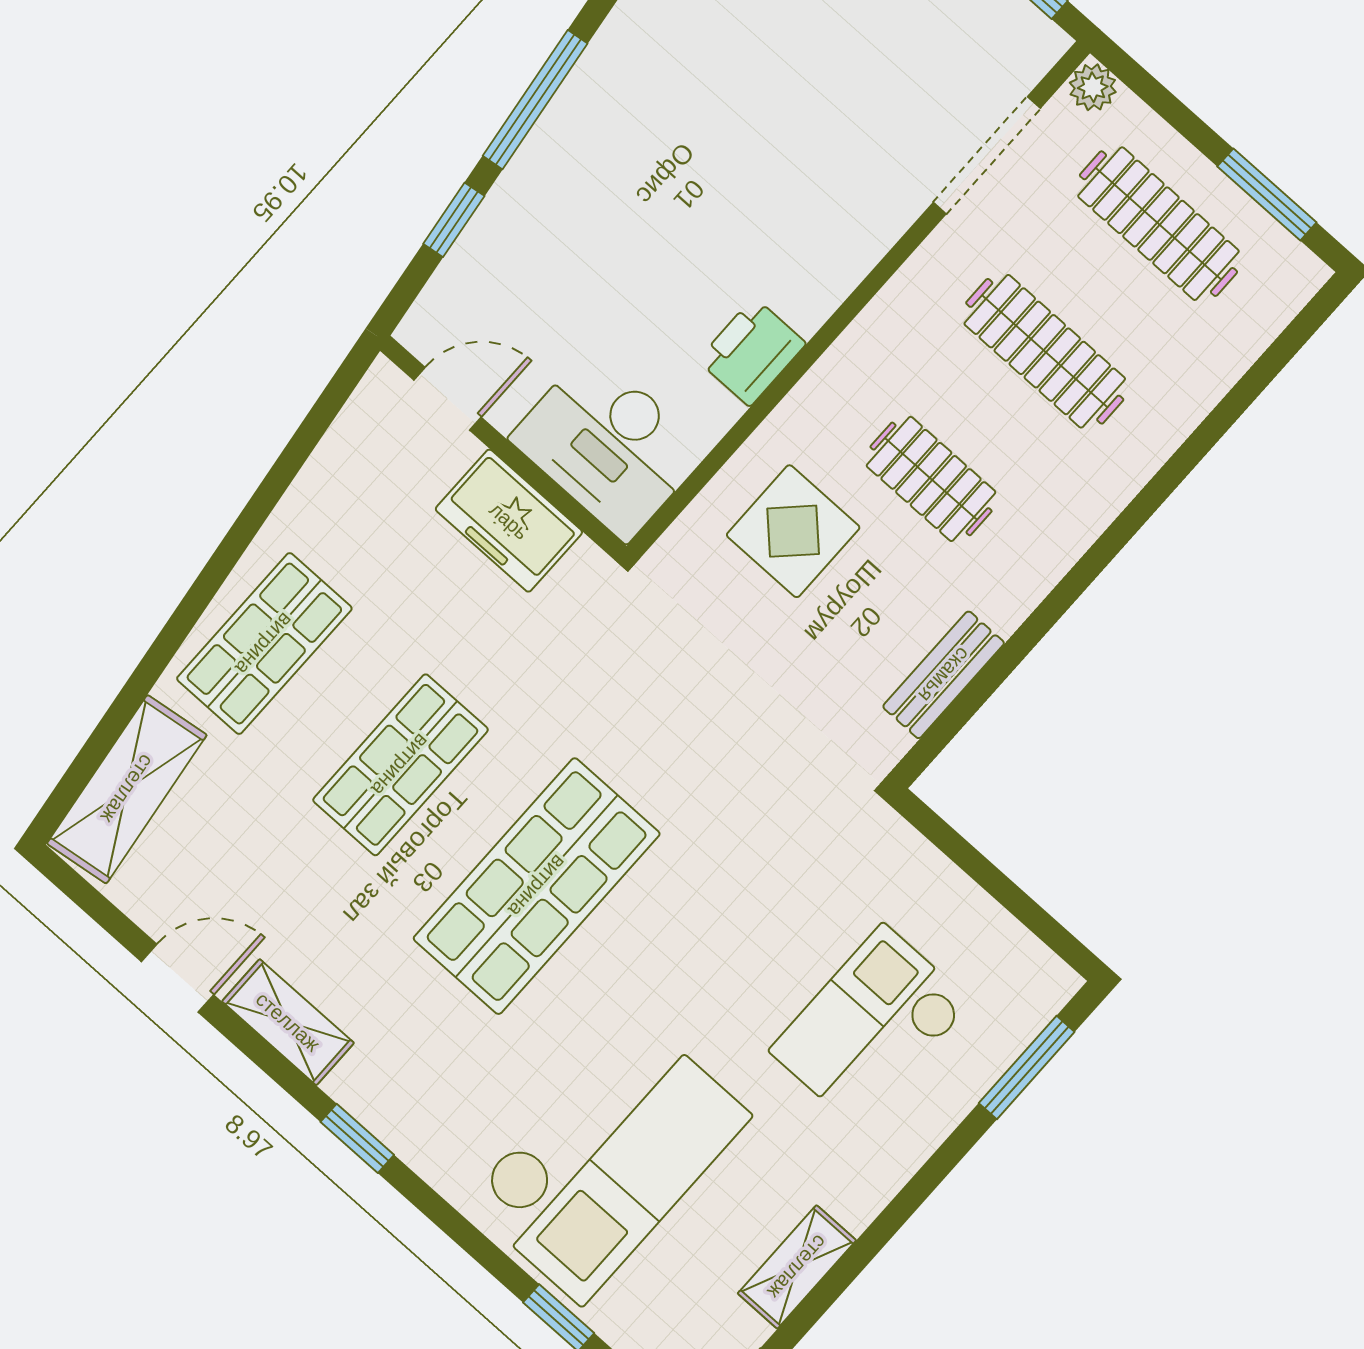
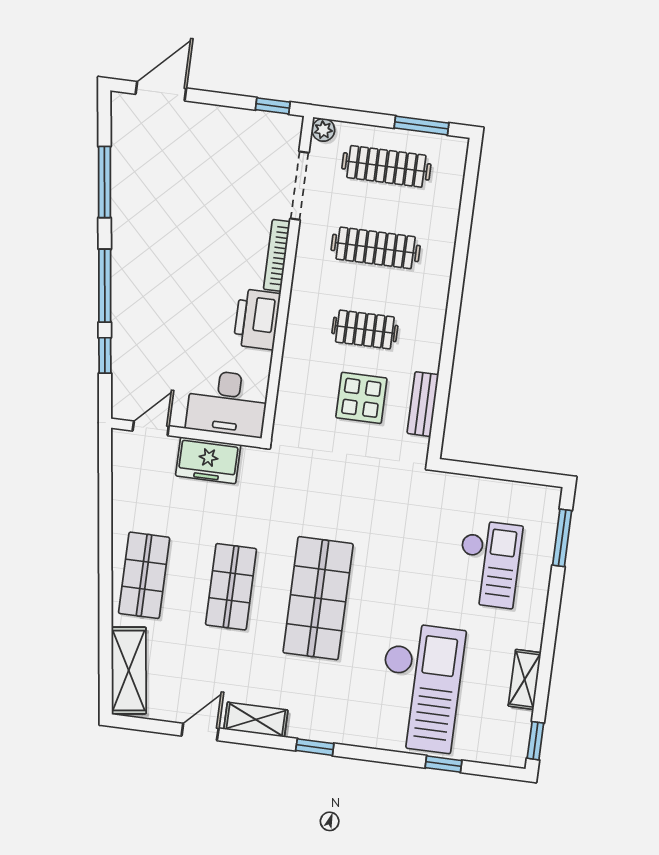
bookcase: (866, 249) -> (277, 255), added
printer: (752, 352) -> (257, 319), width x1.37, depth x1.19
display table: (793, 531) -> (361, 398), moved
checkout: (871, 1027) -> (489, 564), turned 180

